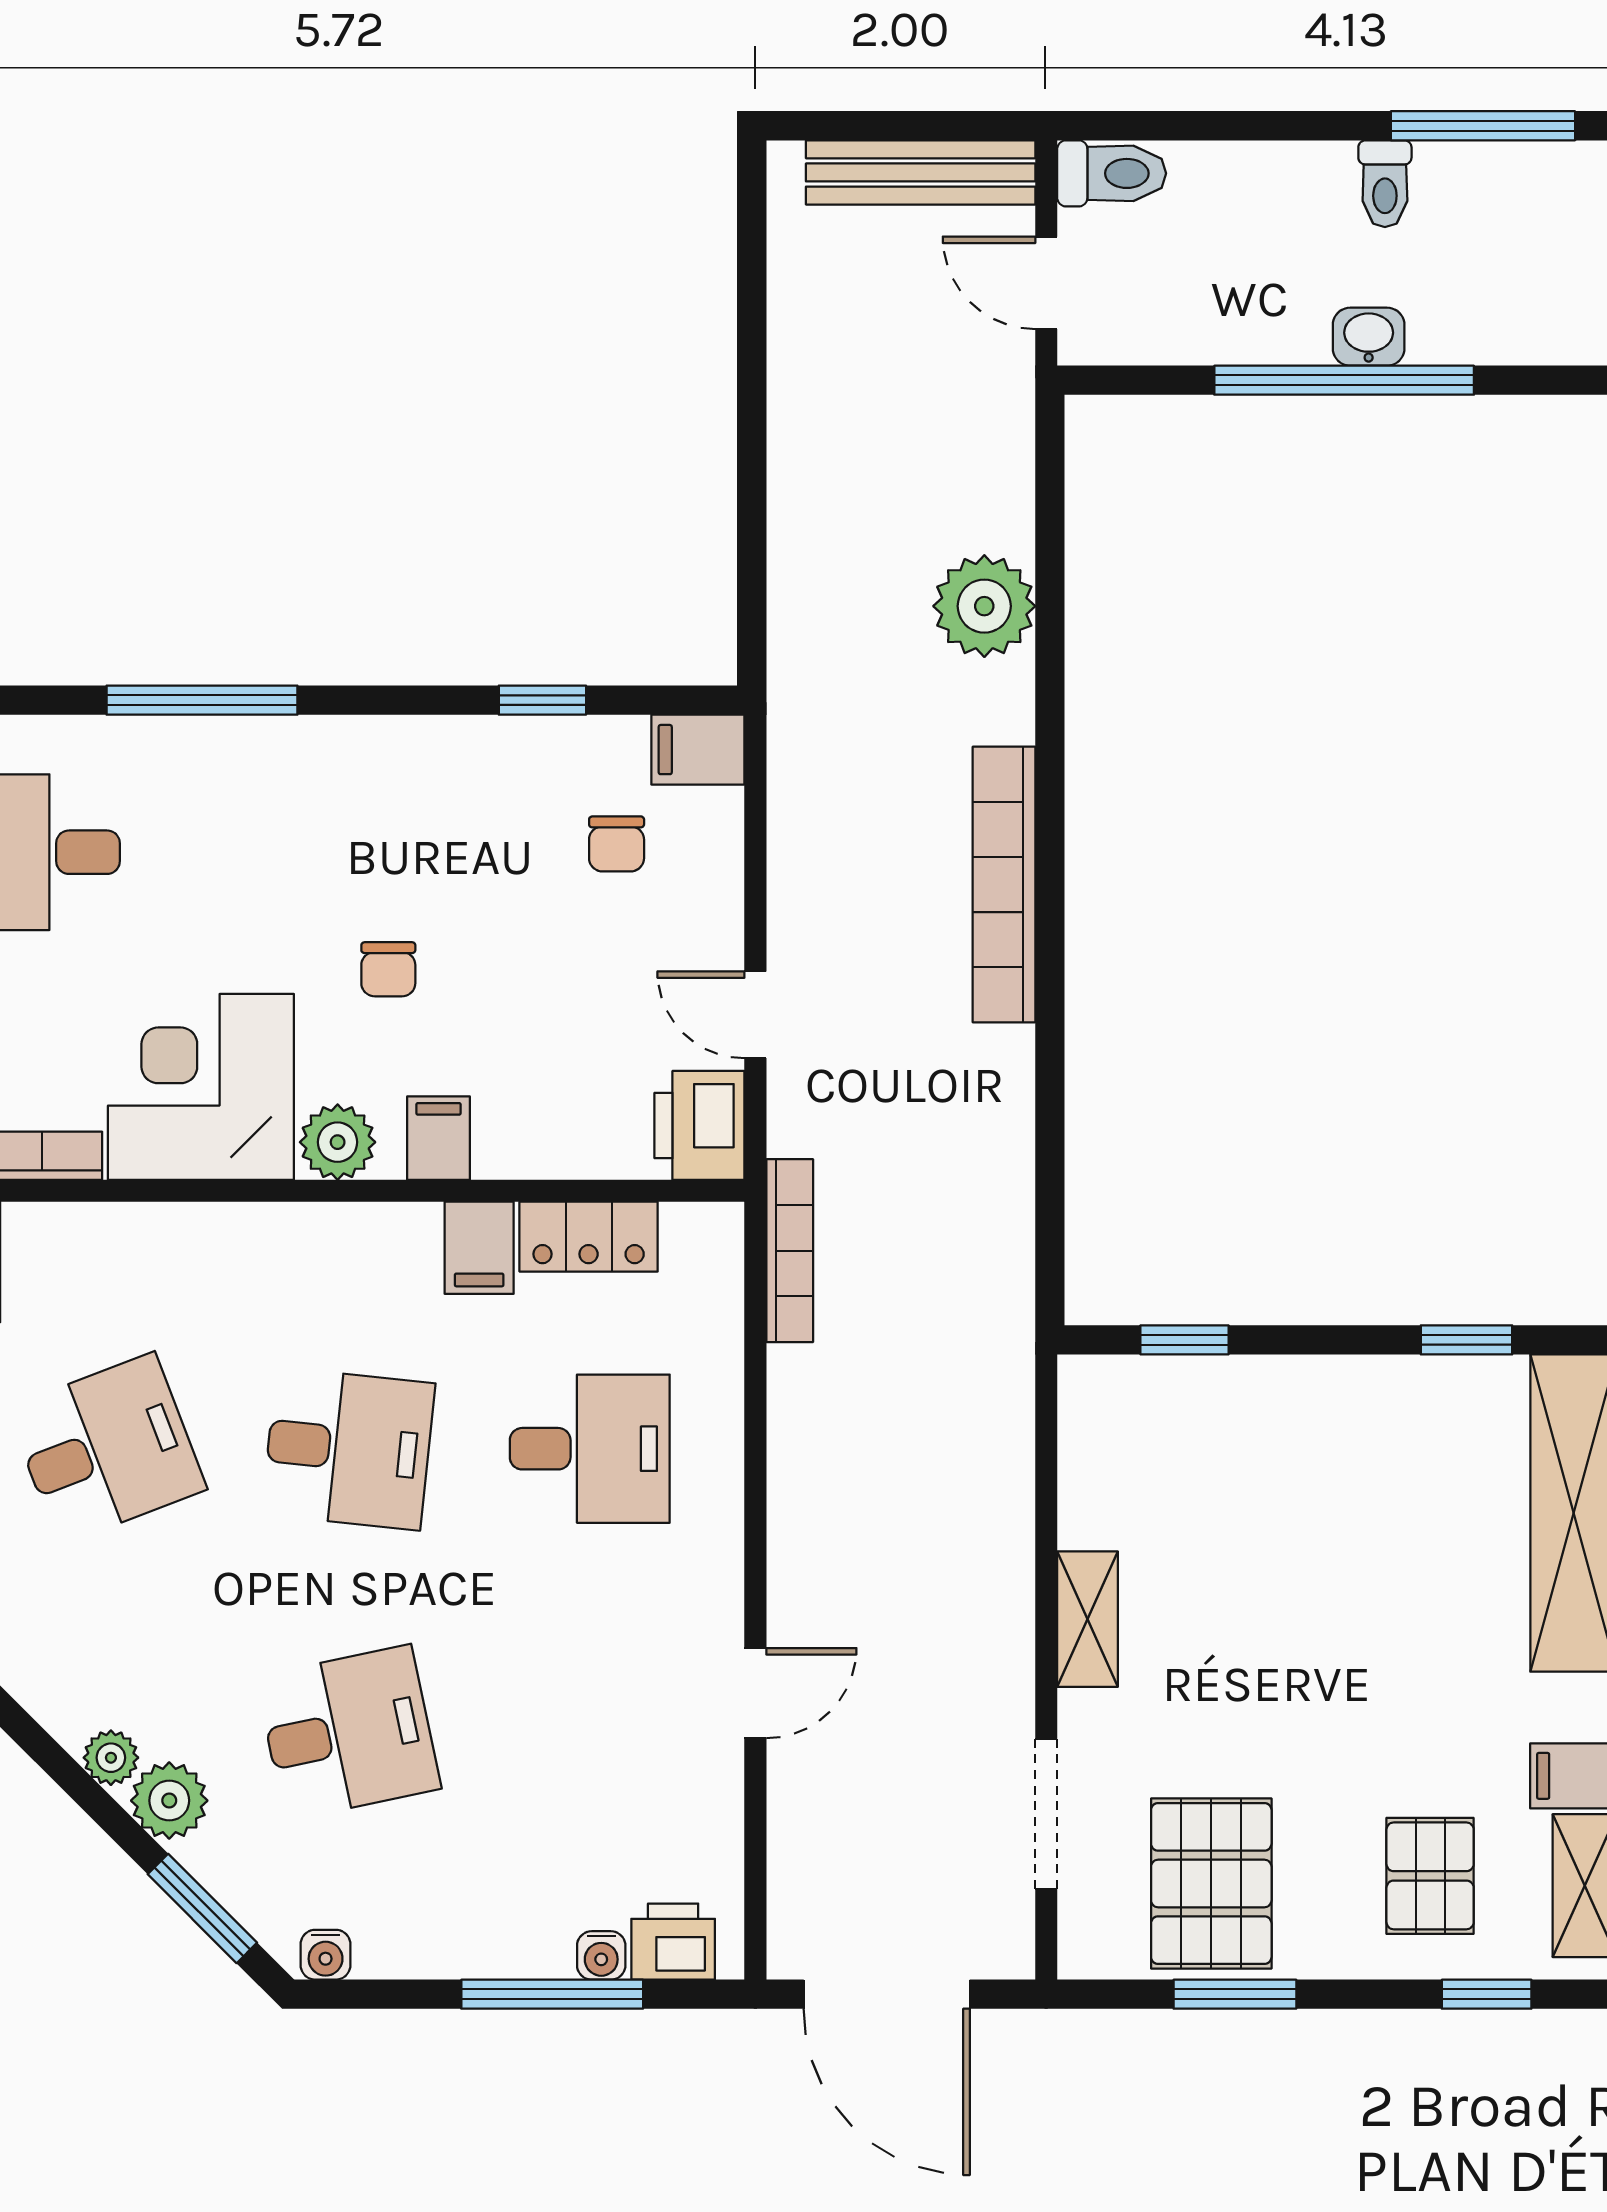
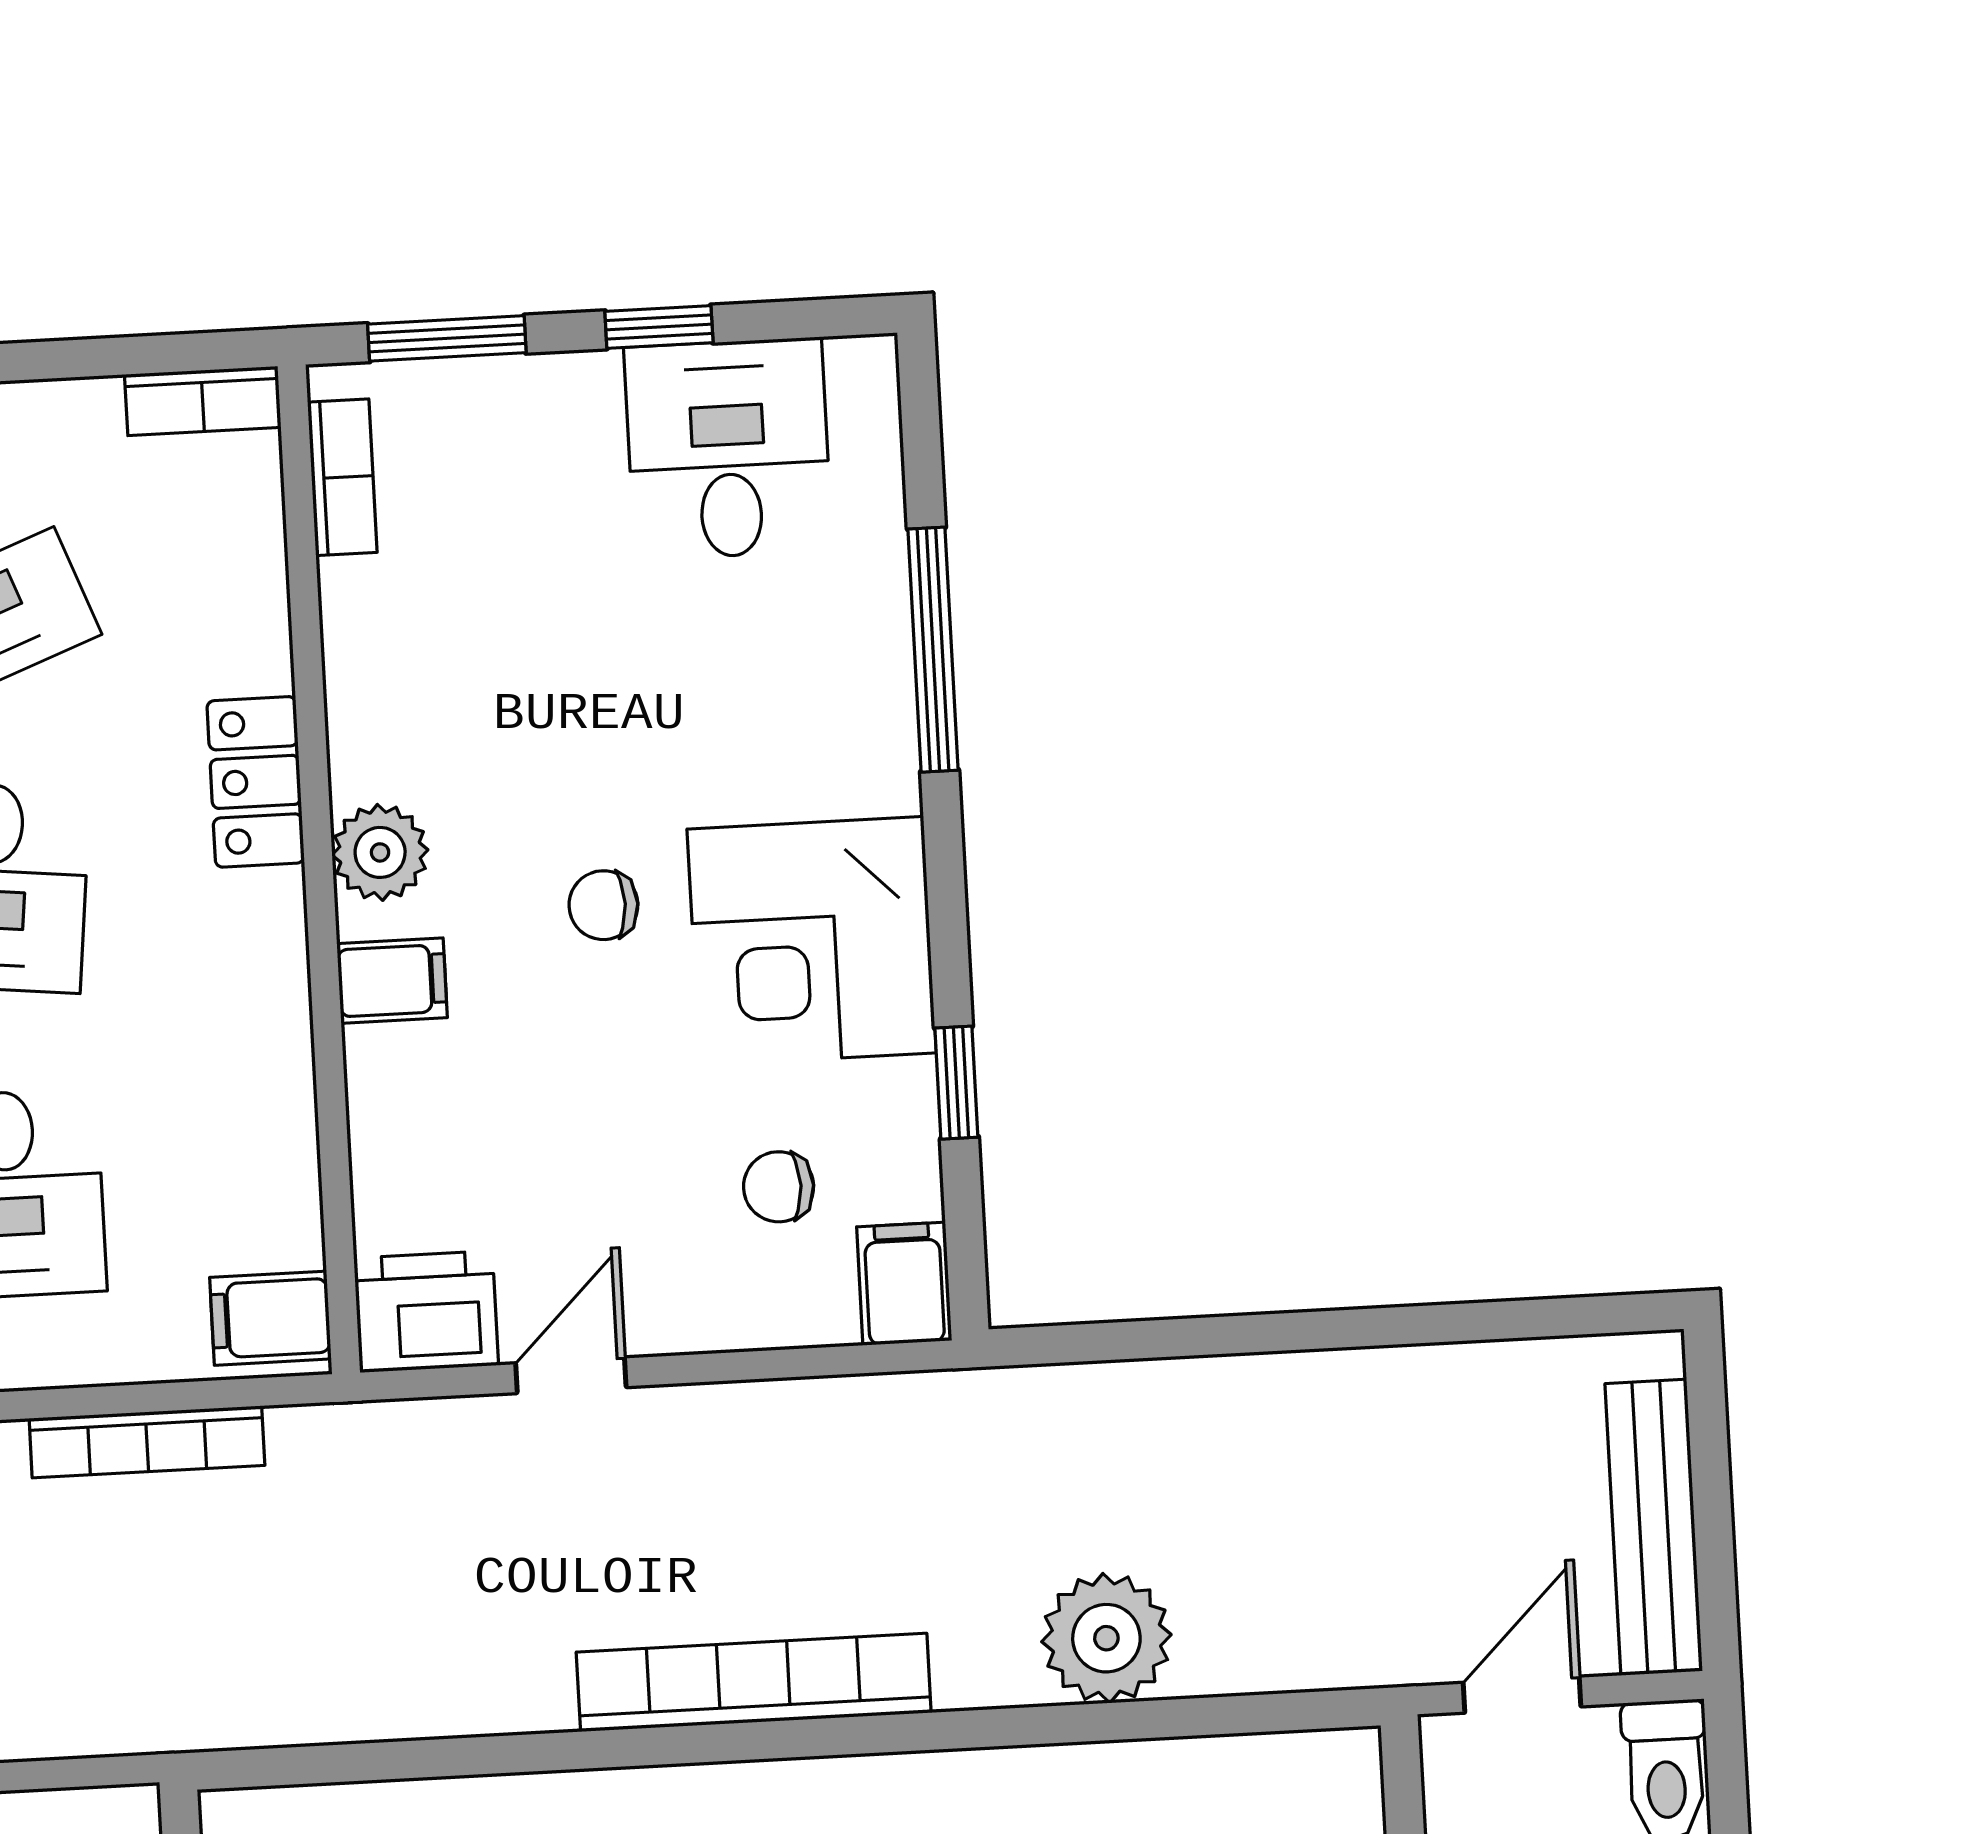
corner desk: (201, 1087) -> (812, 941), moved, turned 180
locker: (589, 1237) -> (256, 782), moved
filing cabinet: (479, 1248) -> (271, 1318), moved
bookcase: (790, 1251) -> (147, 1442), moved

